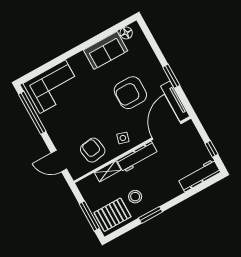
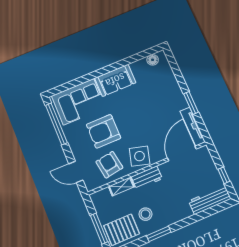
sofa: (106, 50) -> (115, 80), moved
armchair: (130, 93) -> (104, 131), moved
side table: (123, 138) -> (140, 156), width x1.87, depth x1.87
workbench: (137, 157) -> (147, 178), width x0.73

